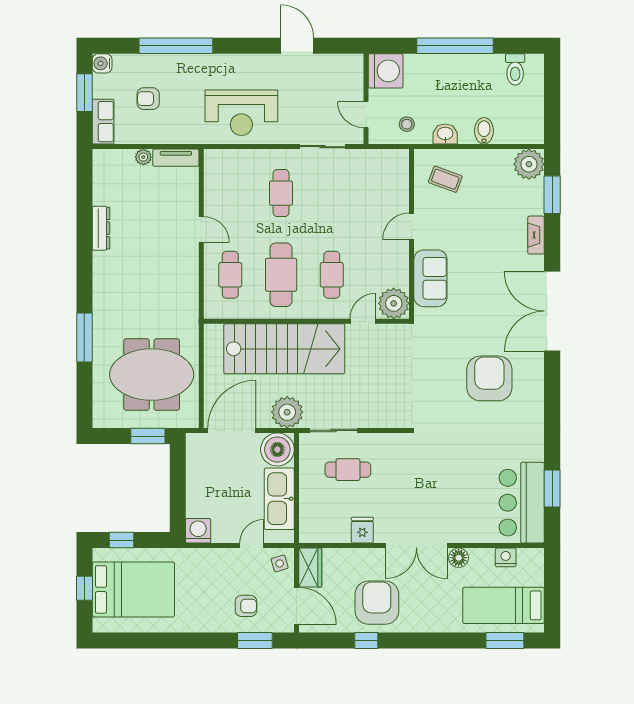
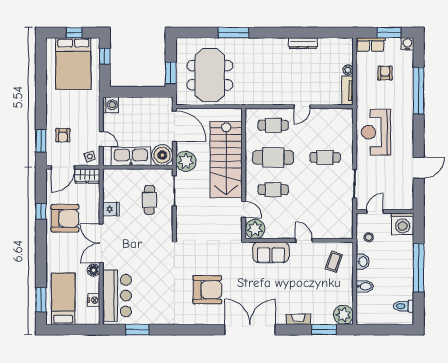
bar counter: (522, 503) -> (117, 296), moved, turned 90

